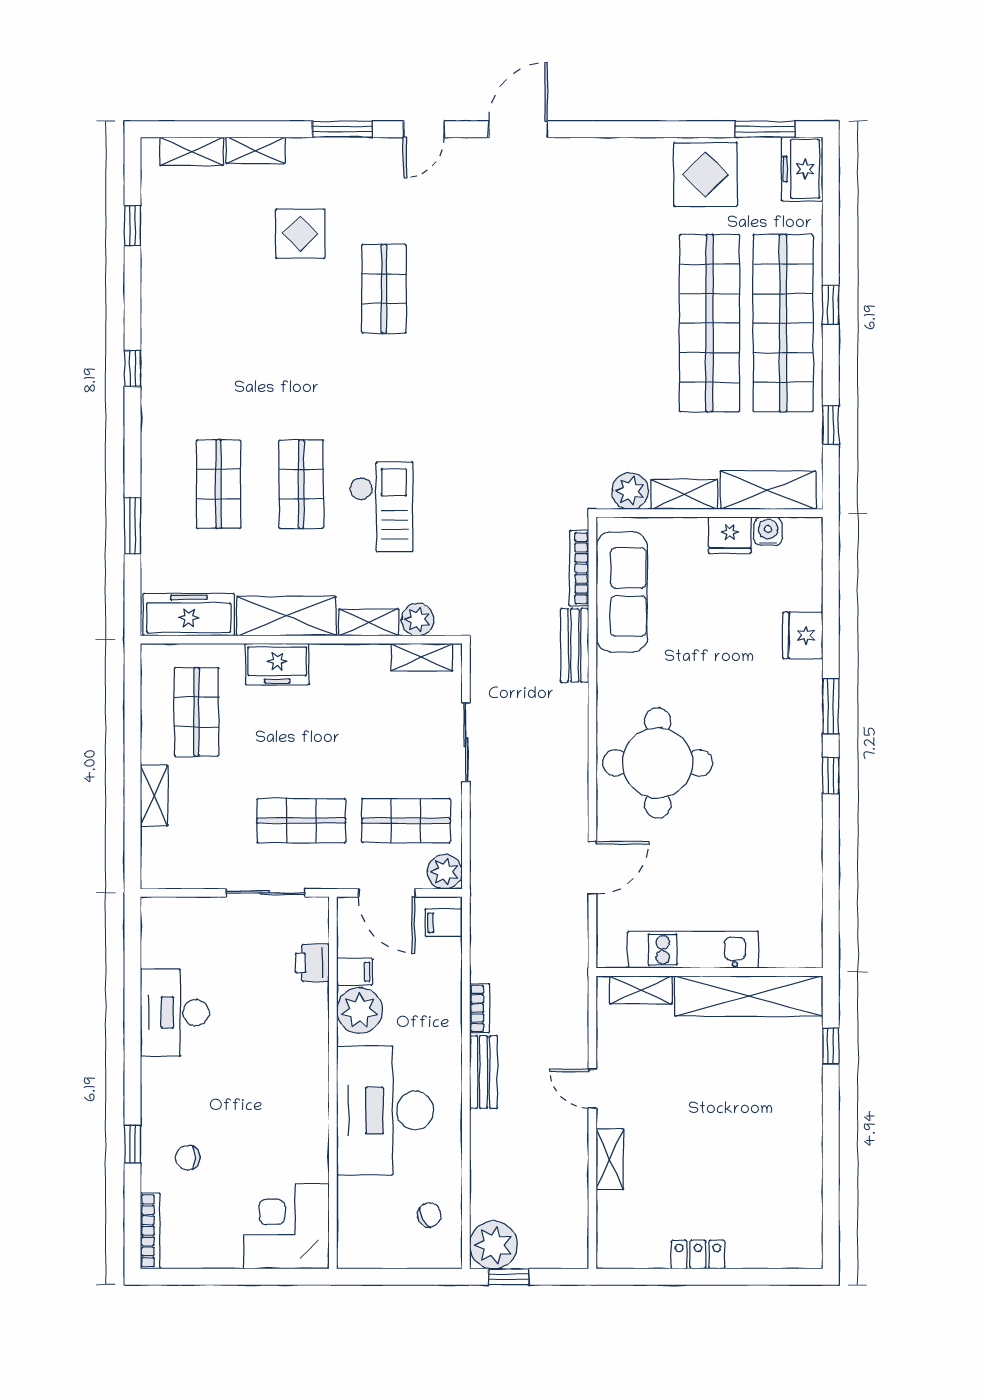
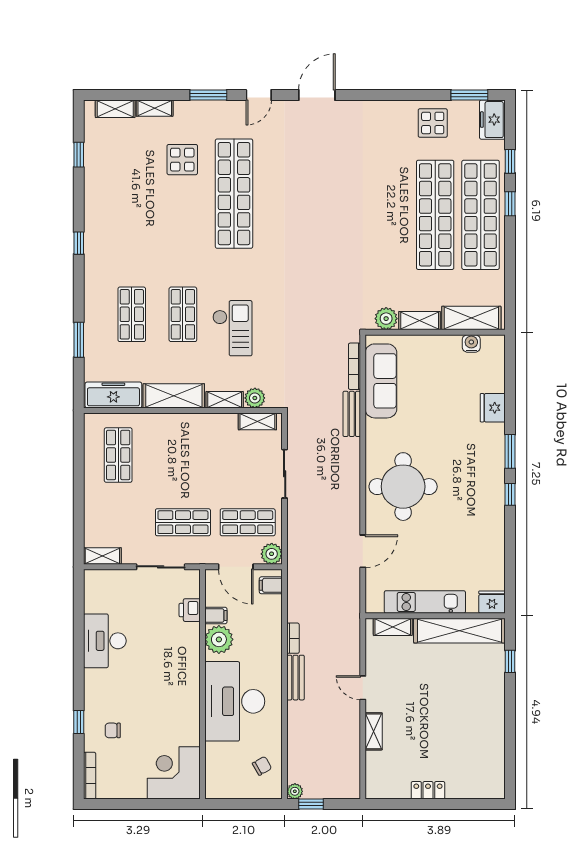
display table: (706, 174) -> (433, 123), width x0.73, depth x0.73
shop shelf: (384, 289) -> (234, 194), width x2.00, depth x1.36
window: (831, 425) -> (510, 161), moved
fridge: (730, 535) -> (492, 602), moved, turned 180
freezer: (277, 664) -> (168, 426), removed
shelving: (154, 796) -> (102, 556), moved, turned 90
plant: (493, 1245) -> (295, 791), width x0.53, depth x0.53

